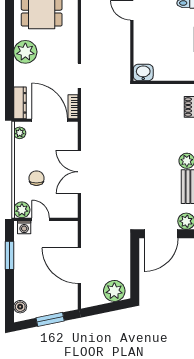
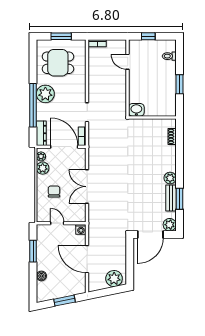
window: (9, 67) -> (33, 105), added
plant: (22, 210) -> (43, 168), moved
washing machine: (24, 227) -> (81, 229), moved
boiler: (20, 307) -> (41, 276), moved

